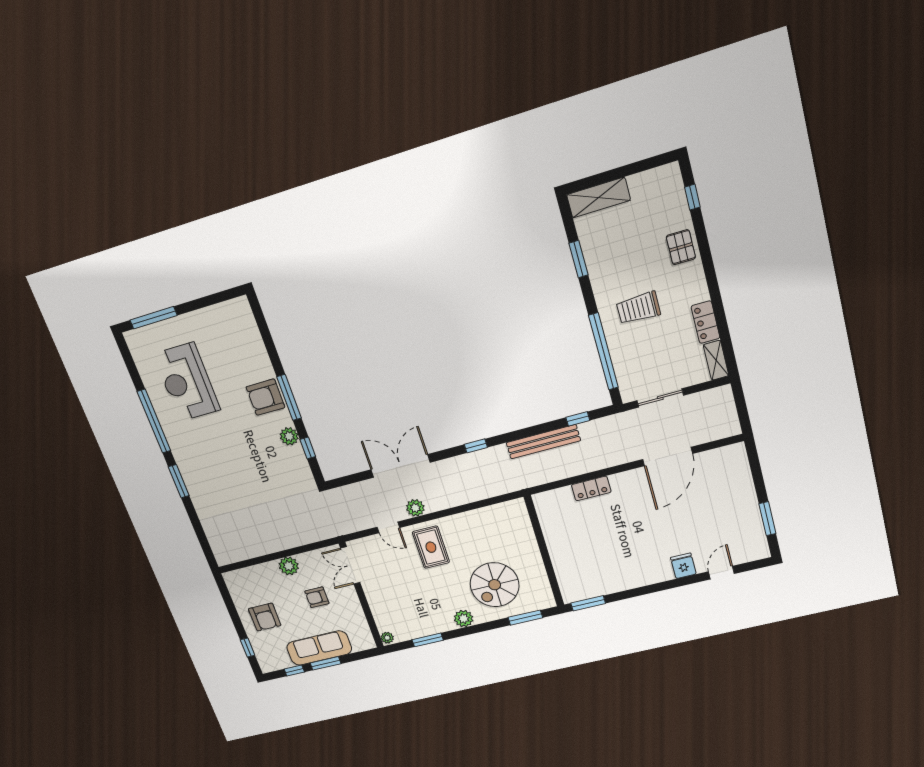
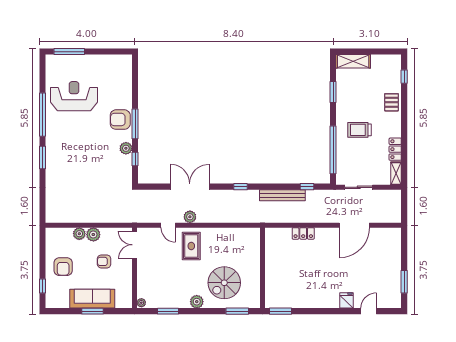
reception desk: (187, 382) -> (74, 96), turned 90
plant: (270, 570) -> (79, 234), added
window: (294, 671) -> (69, 311), removed

